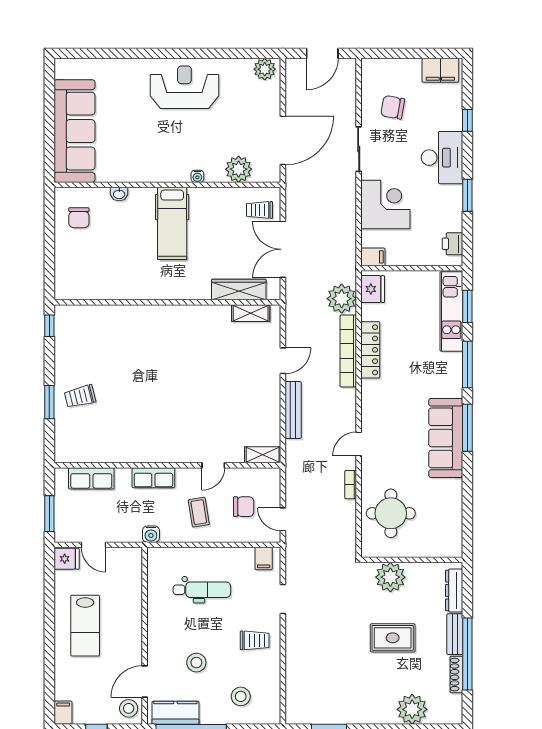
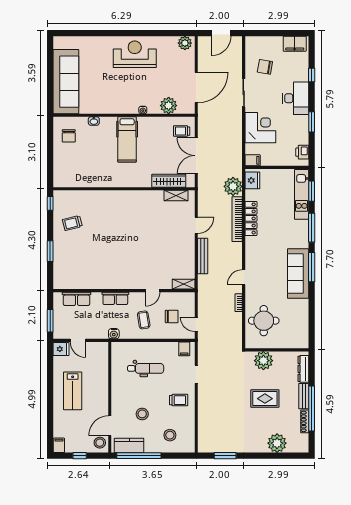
trolley: (80, 396) -> (72, 223), moved

